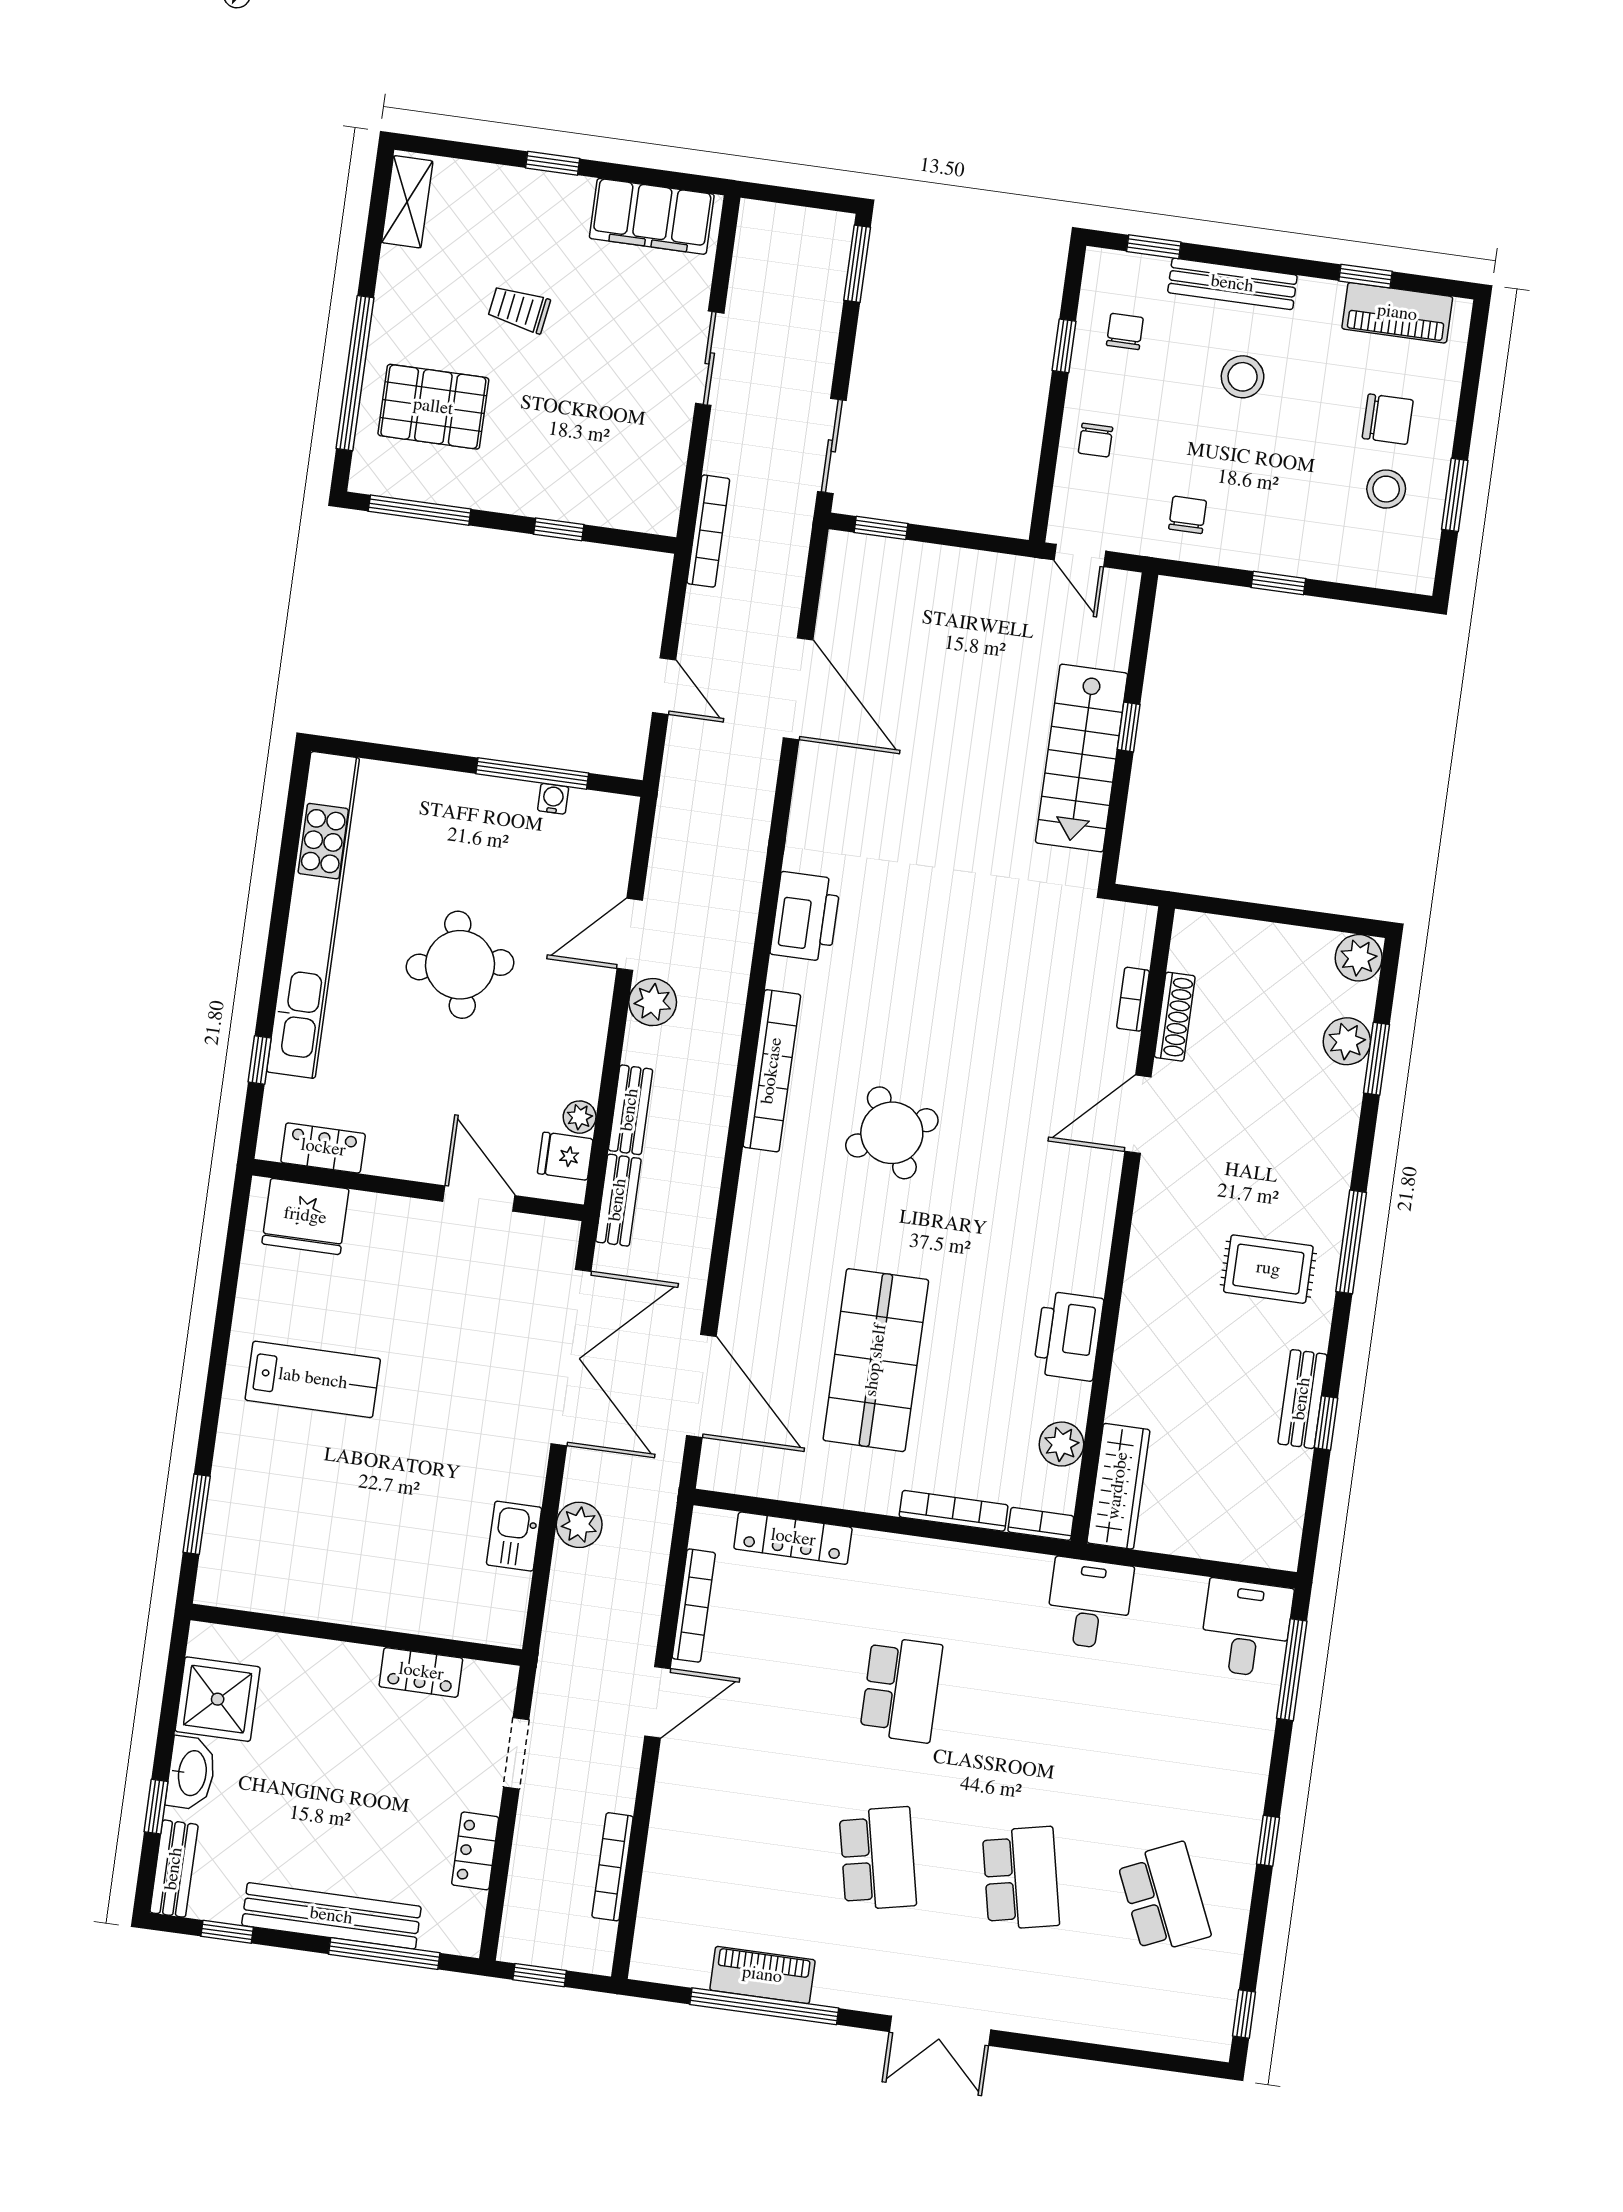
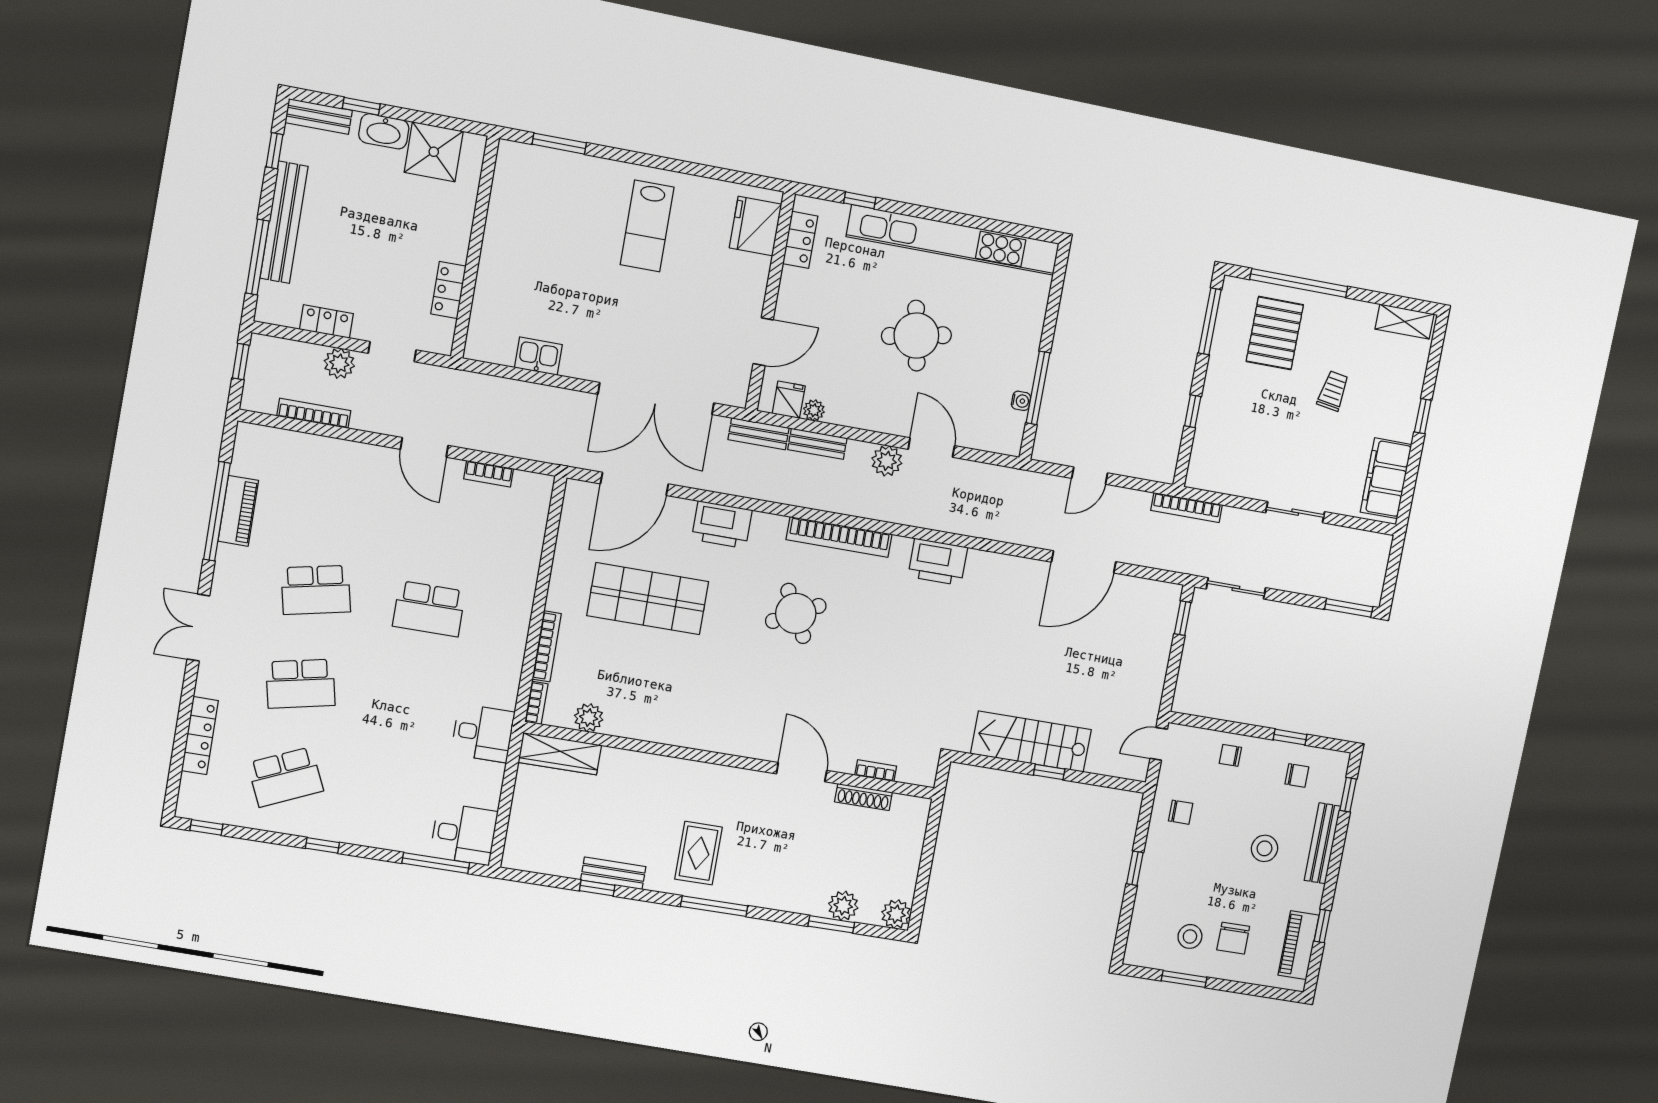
printer: (1068, 1336) -> (722, 525), moved, turned 180
plant: (579, 1525) -> (339, 363), moved
locker: (793, 1538) -> (200, 736), moved, turned 180
bookcase: (694, 1606) -> (489, 474), width x0.64

